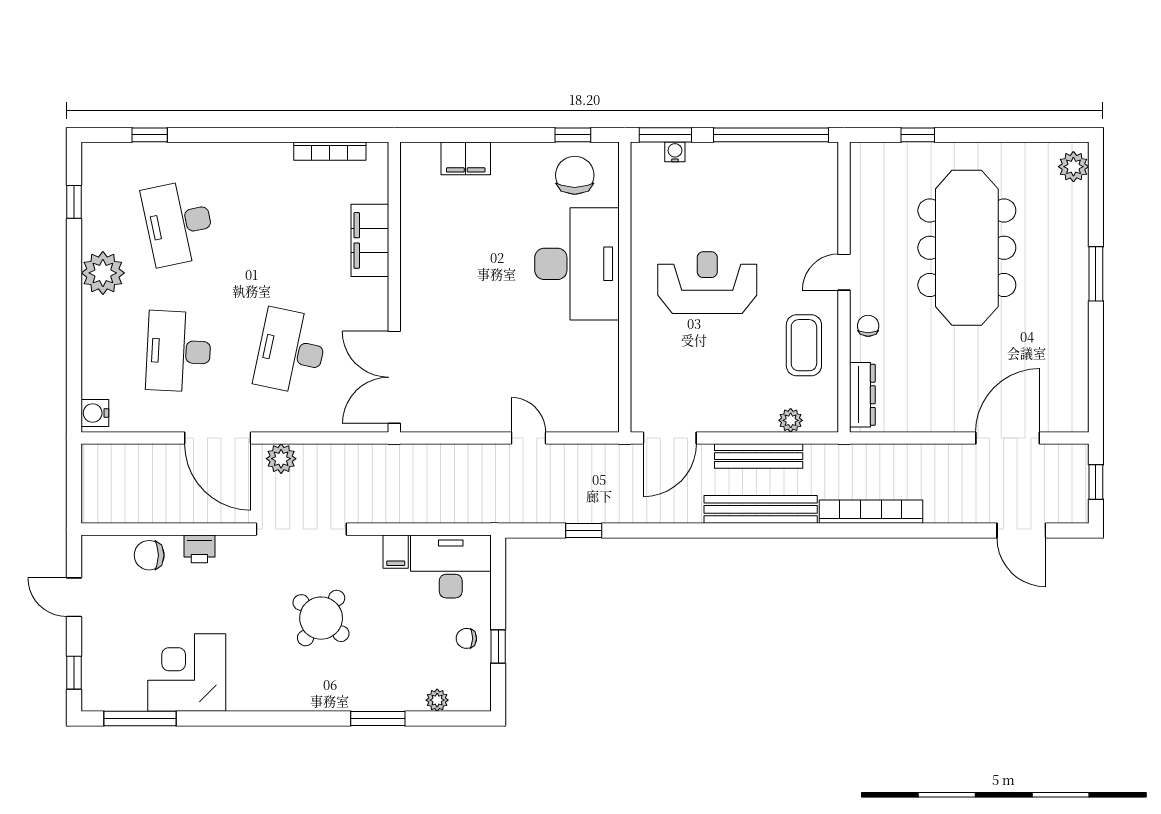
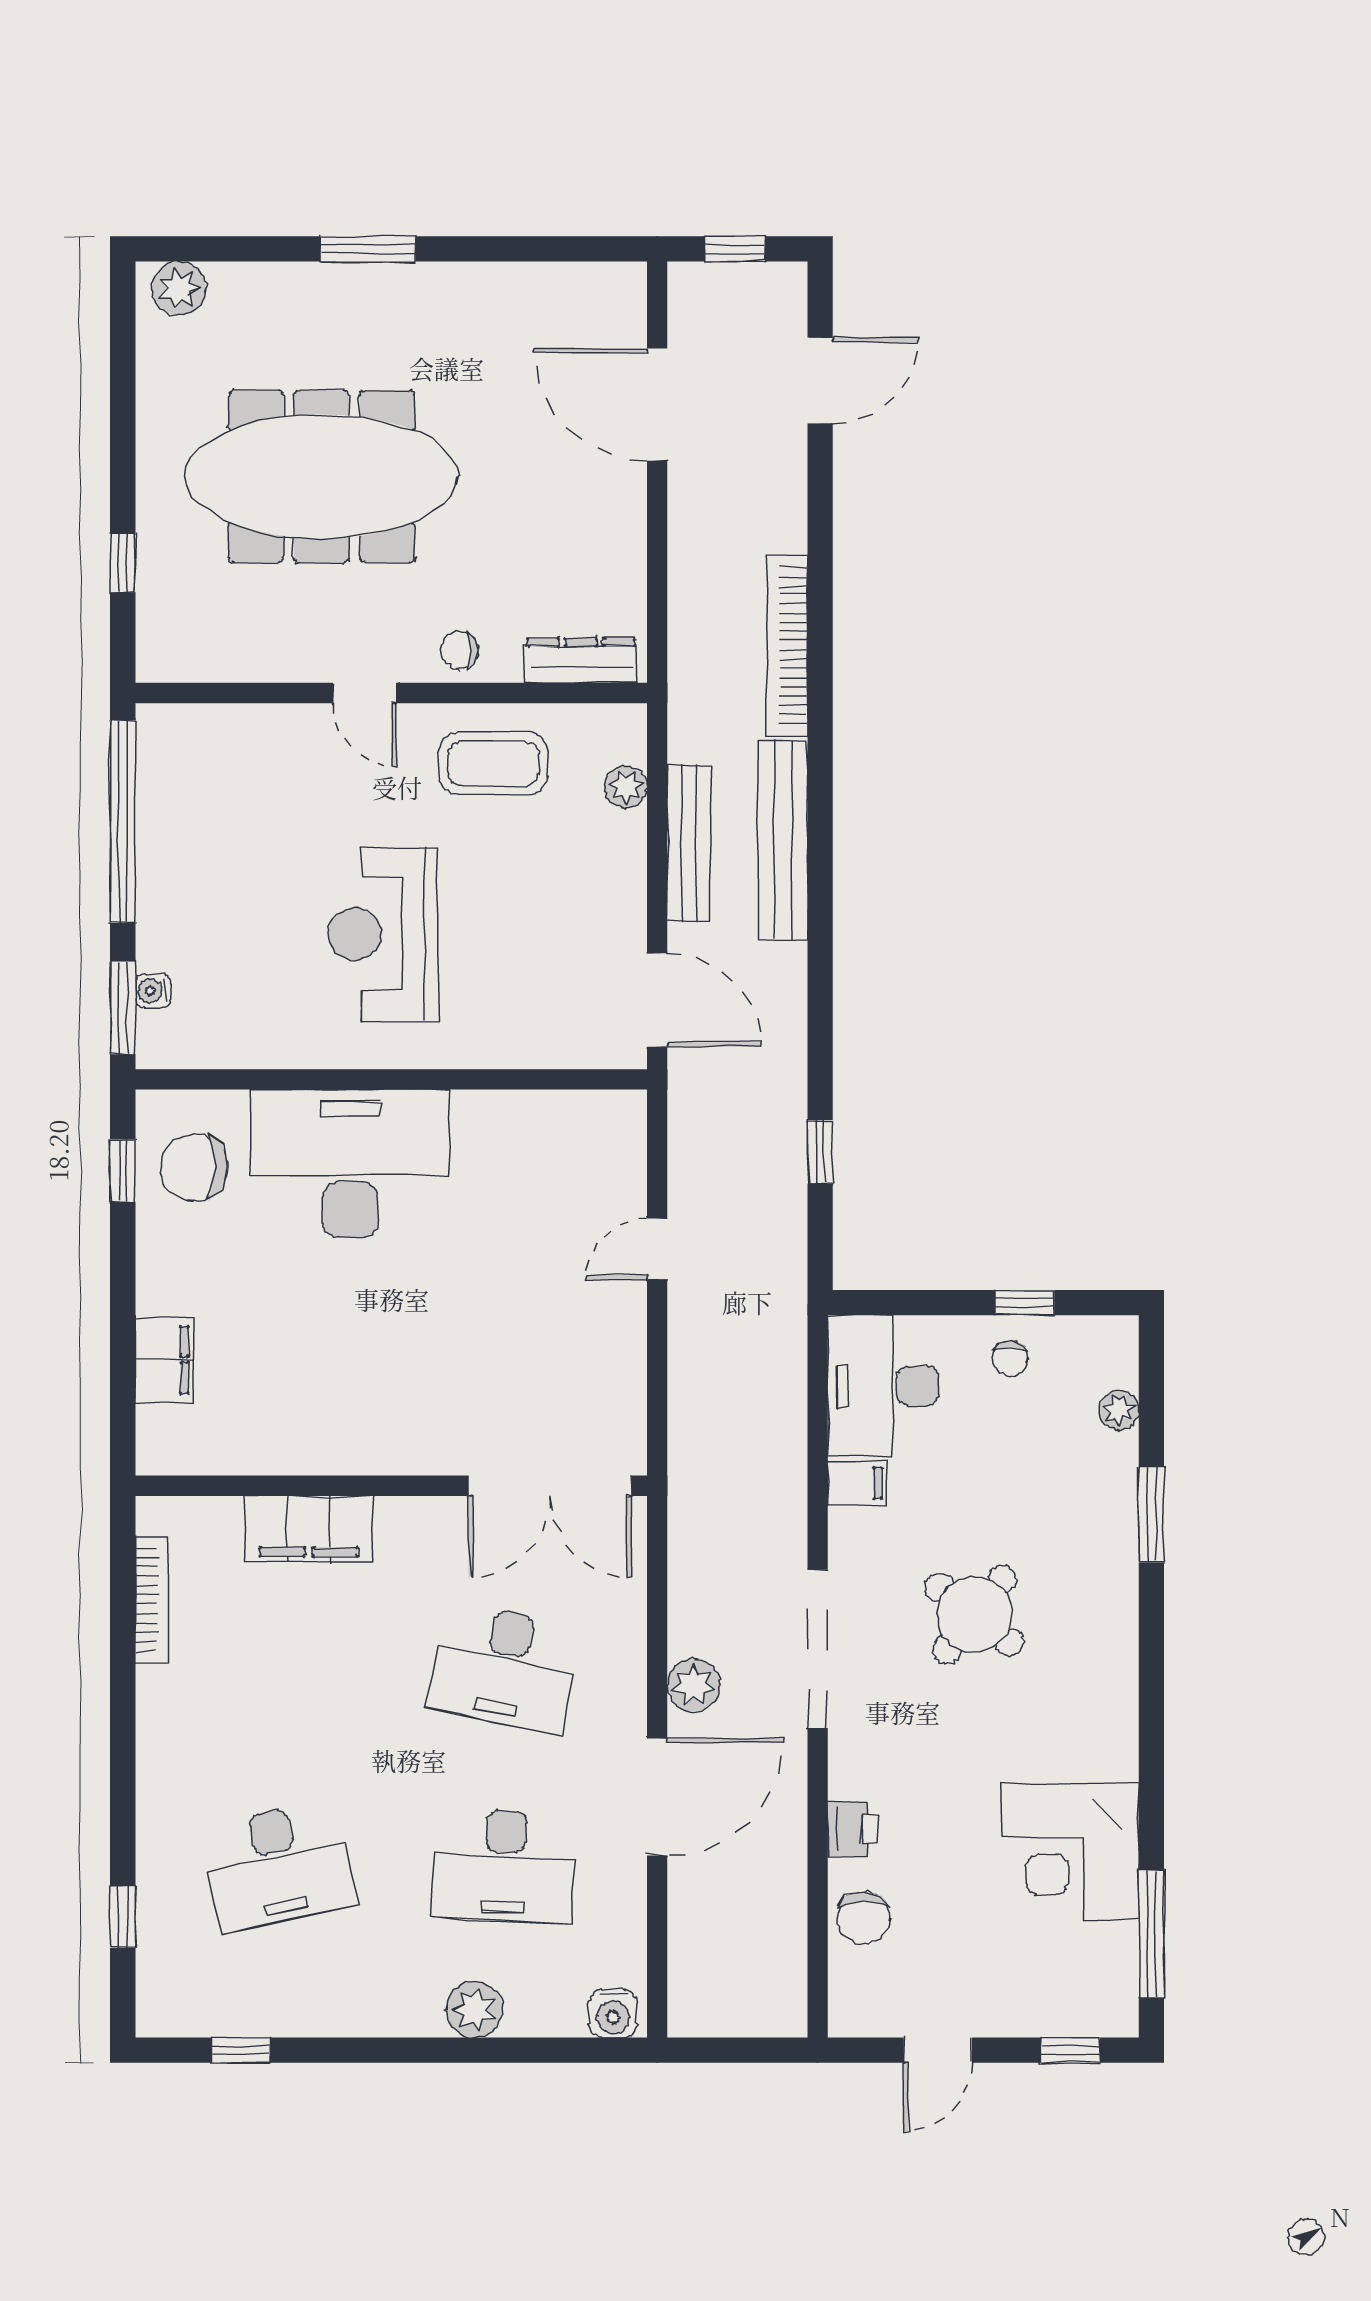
plant: (103, 273) -> (475, 2010), moved, width x0.73, depth x0.73

